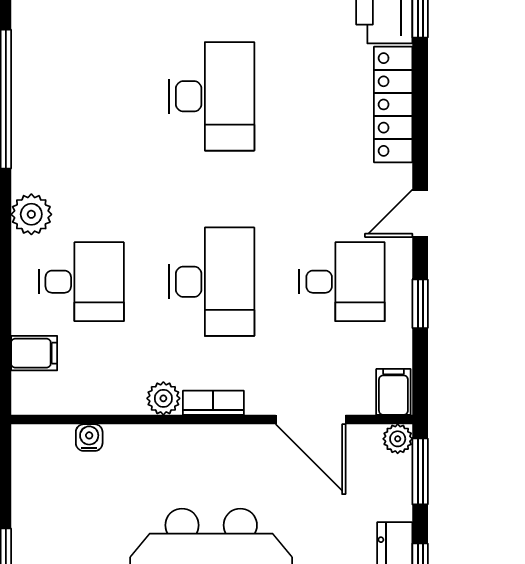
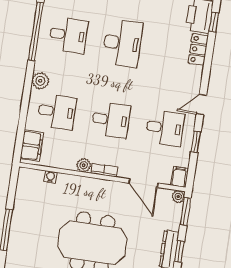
desk: (81, 96) -> (68, 35), added
locker: (393, 104) -> (198, 49), width x0.66
desk: (212, 282) -> (111, 120), width x0.73
filing cabinet: (34, 353) -> (32, 146), width x2.00

